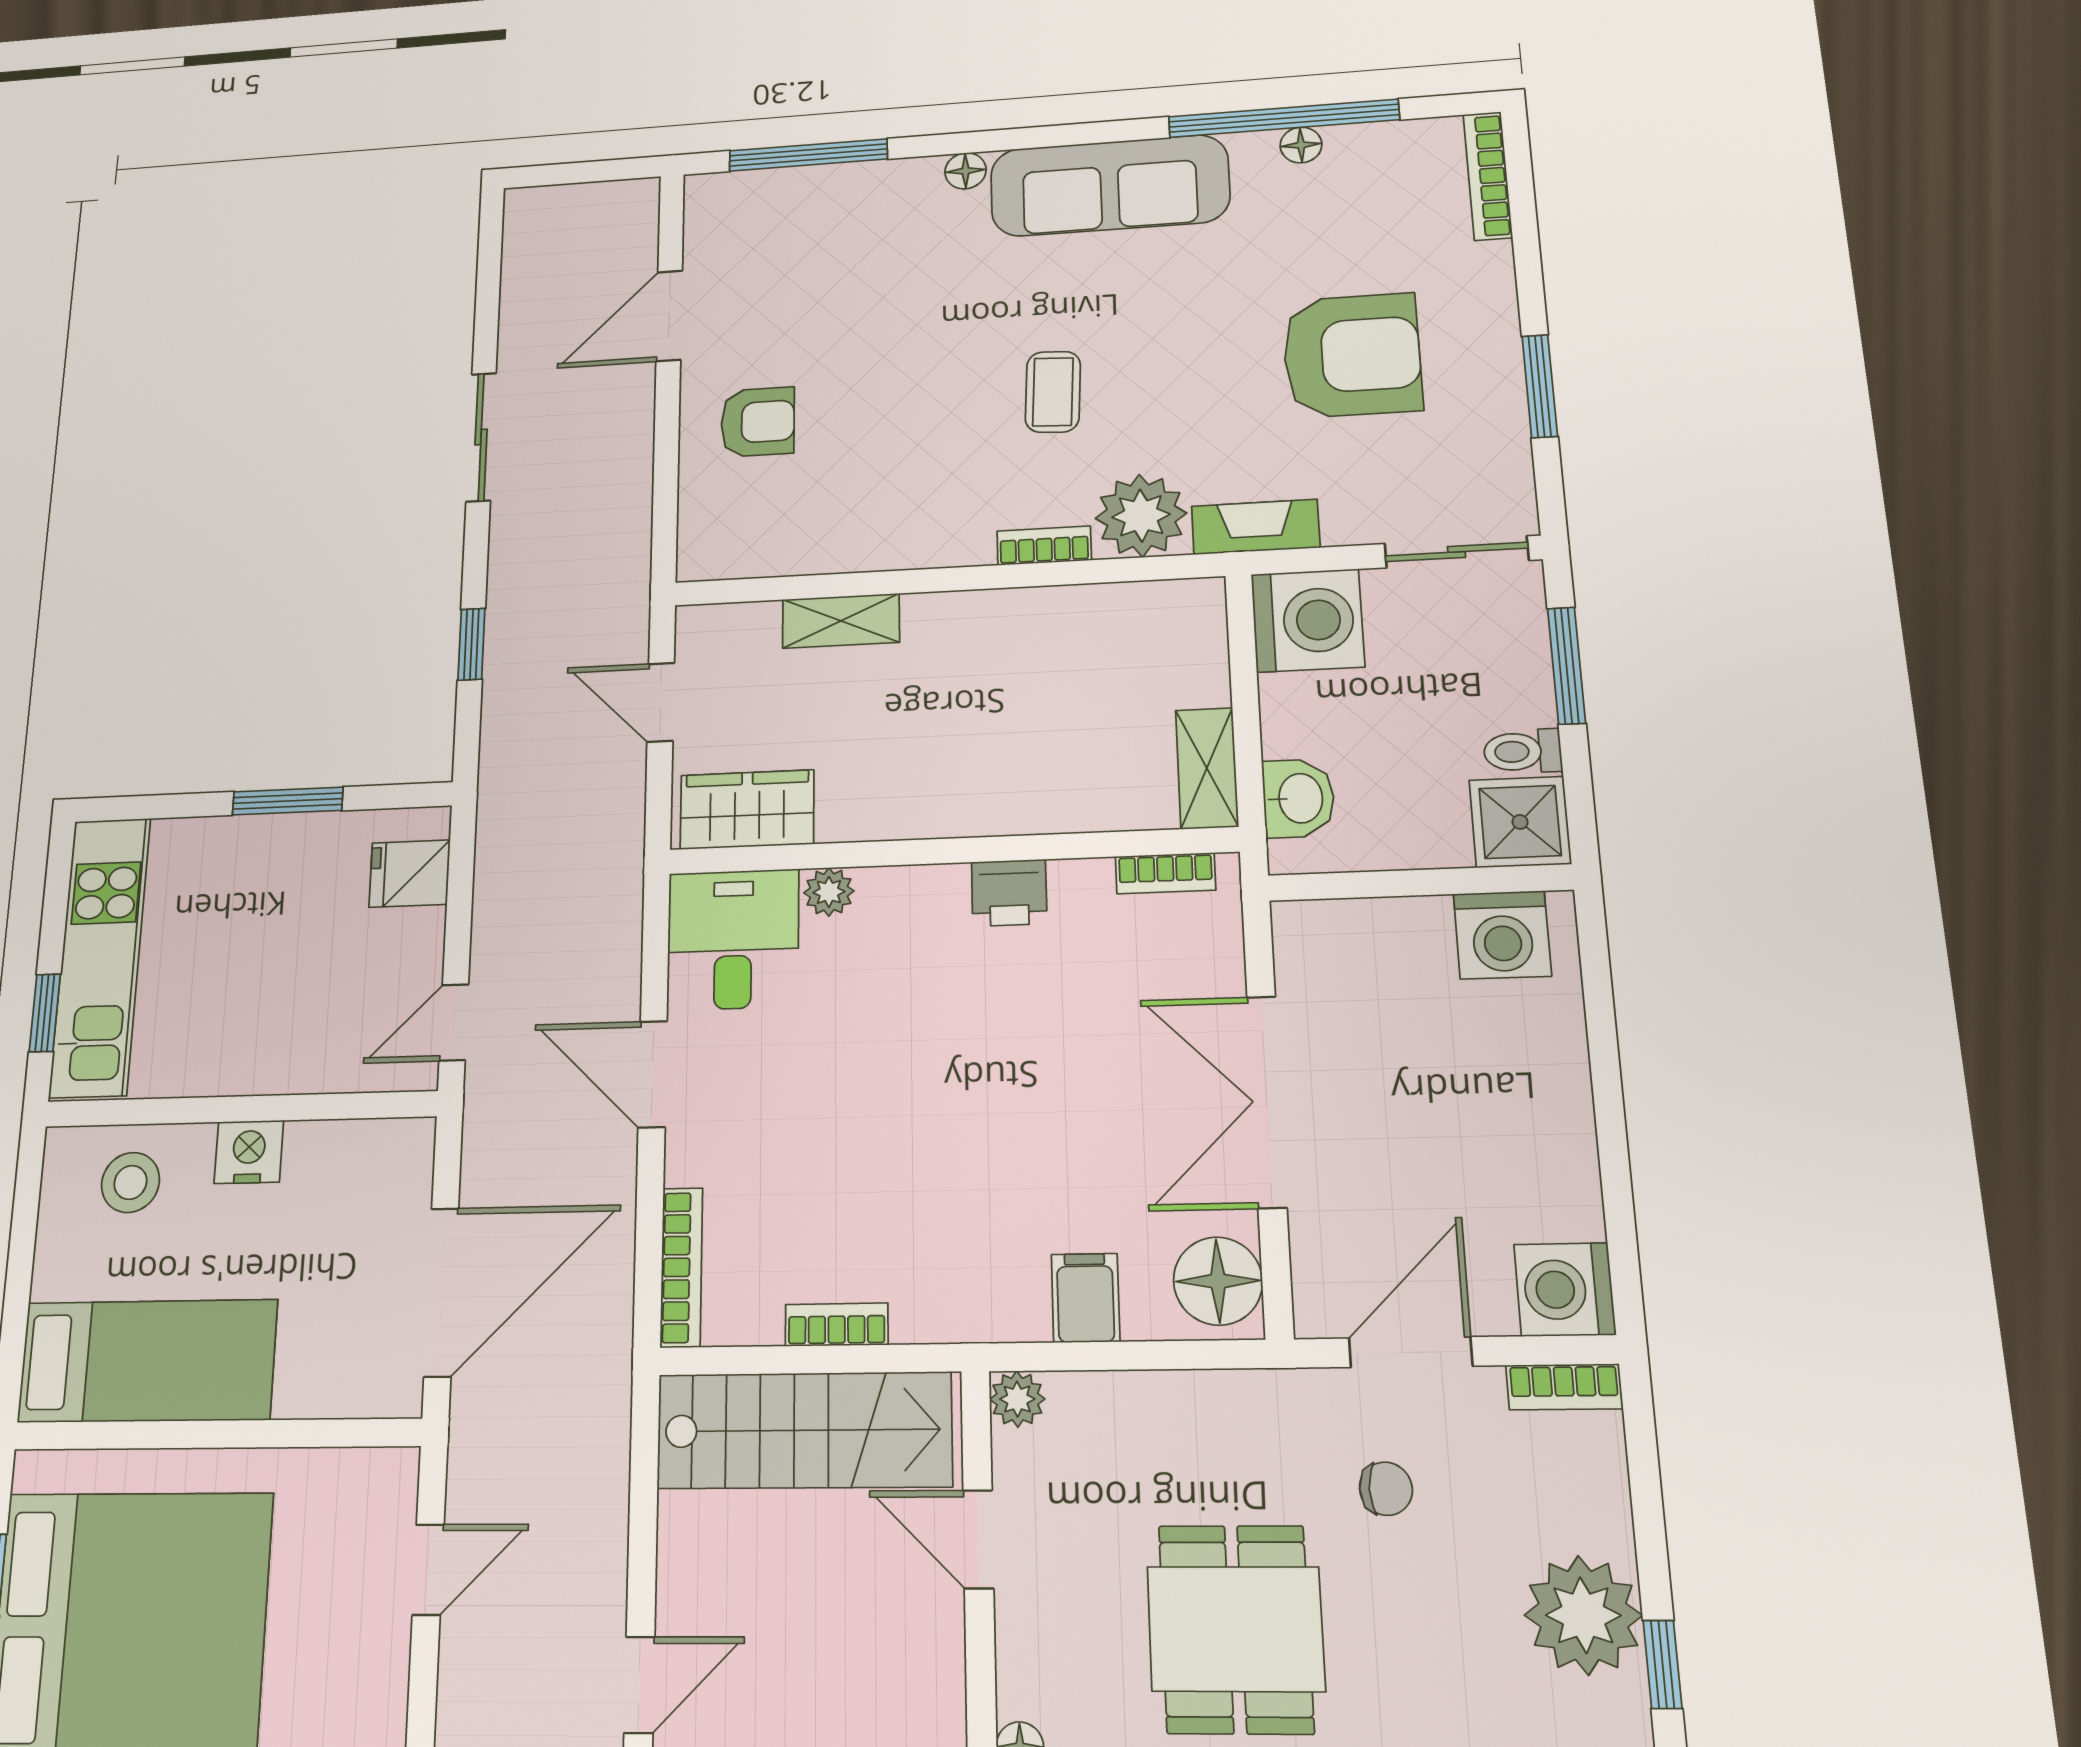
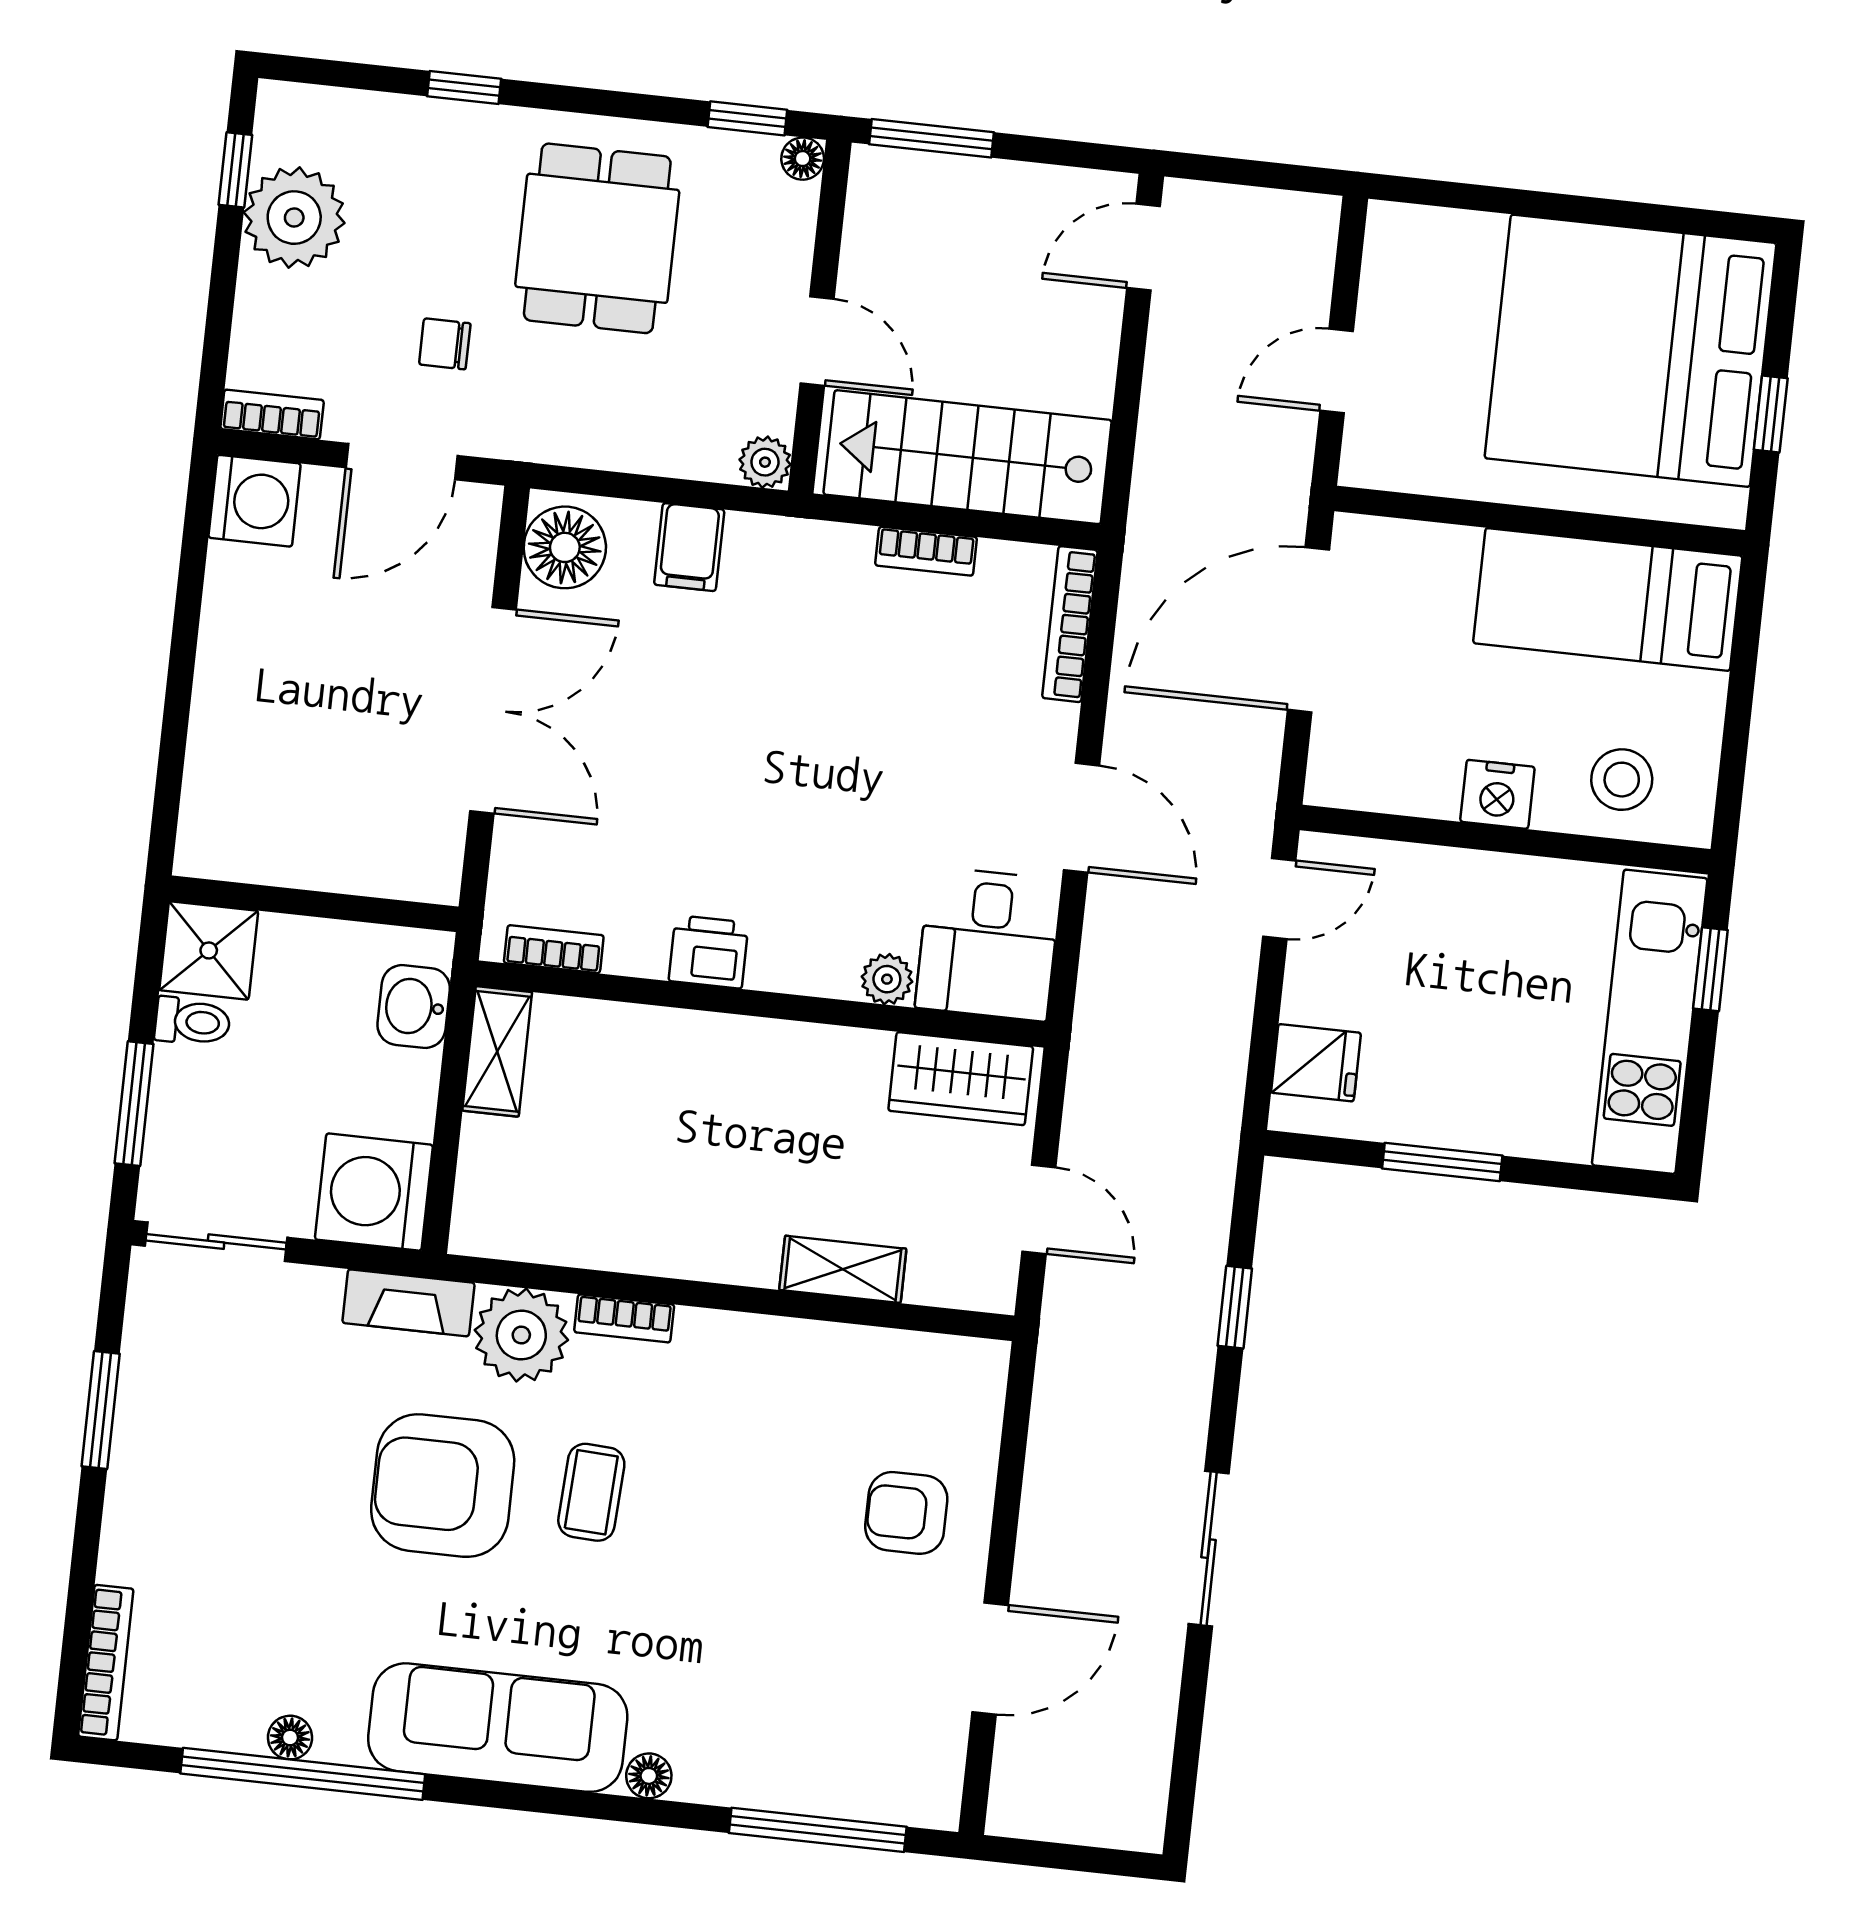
armchair: (1352, 355) -> (443, 1486), moved
washing machine: (1502, 935) -> (247, 841), removed

